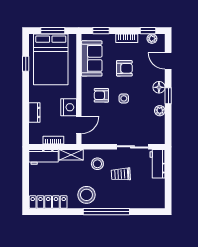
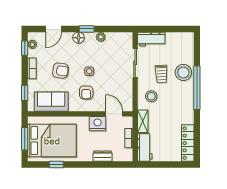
armchair: (124, 68) -> (61, 71), turned 98
stool: (86, 195) -> (183, 72), moved

